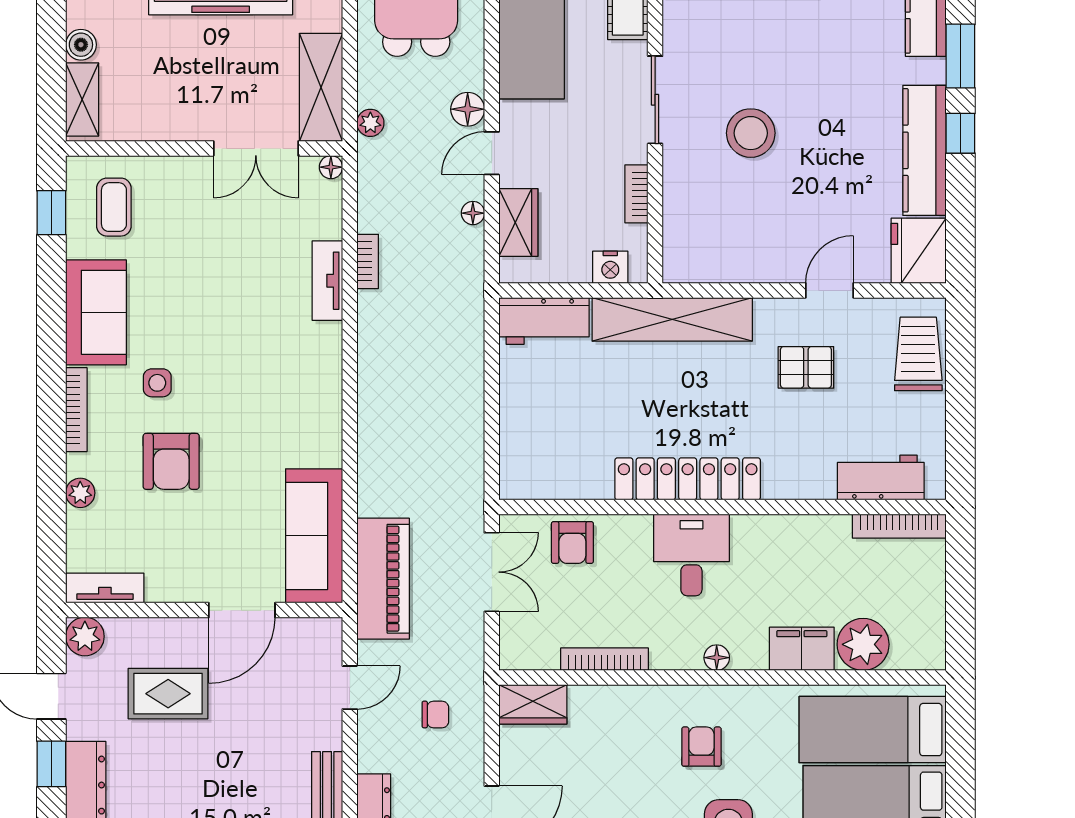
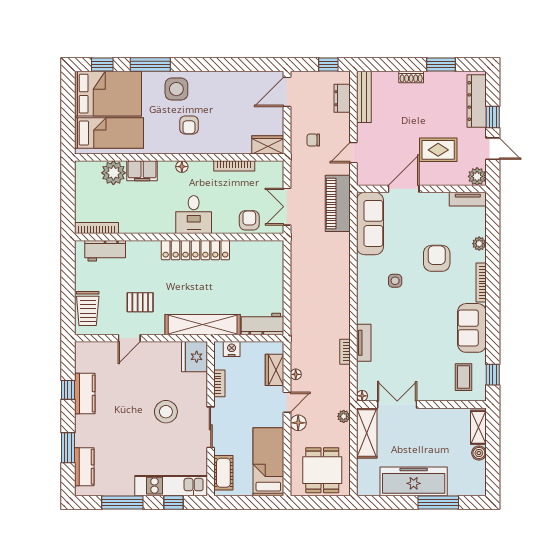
window: (960, 133) -> (68, 390), moved
kitchen counter: (925, 150) -> (85, 393), width x0.67
fridge: (919, 251) -> (194, 357), moved, turned 180
side table: (157, 383) -> (395, 281), moved

